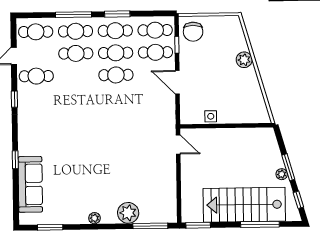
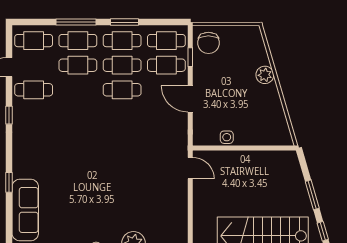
plant: (282, 174) -> (305, 203), removed

